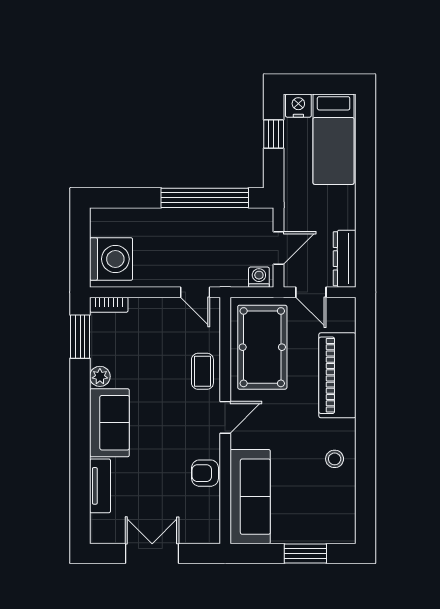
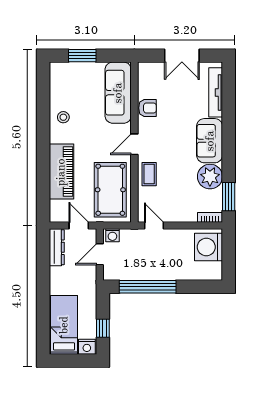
plant: (100, 376) -> (210, 177), width x1.88, depth x1.88
tv unit: (100, 486) -> (216, 92), width x1.41

